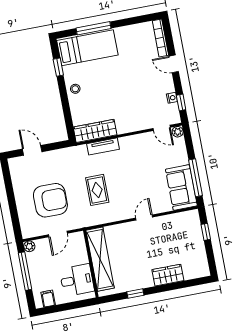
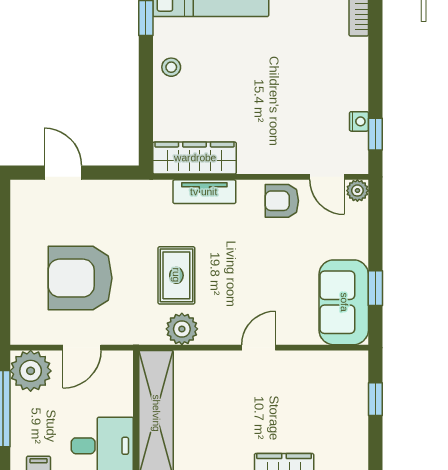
door: (174, 64) -> (375, 55), removed
armchair: (142, 144) -> (282, 201), added
window: (195, 178) -> (375, 288), width x0.46
armchair: (50, 200) -> (80, 278), turned 180
plant: (105, 216) -> (182, 329), added
plant: (29, 246) -> (31, 371), width x1.88, depth x1.88

